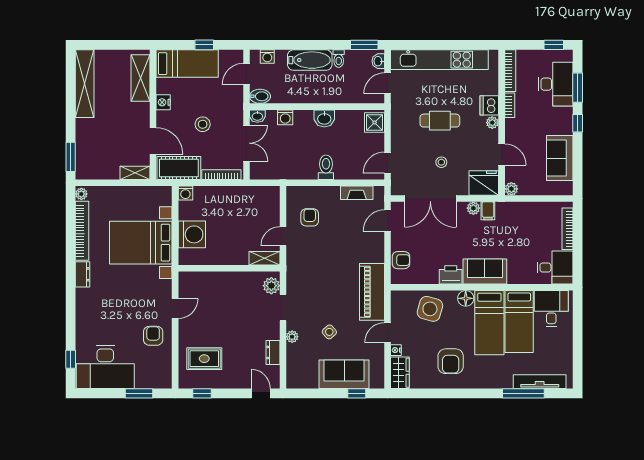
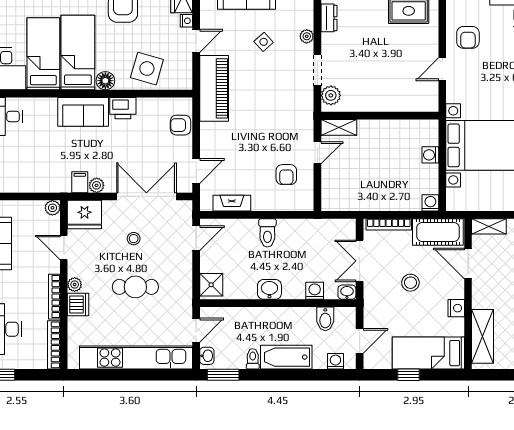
bidet: (260, 96) -> (325, 319), moved, turned -90
bookcase: (510, 105) -> (54, 297), width x1.56
washing machine: (192, 234) -> (430, 155), width x0.53, depth x0.53

